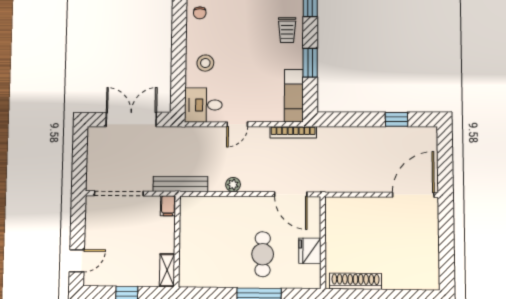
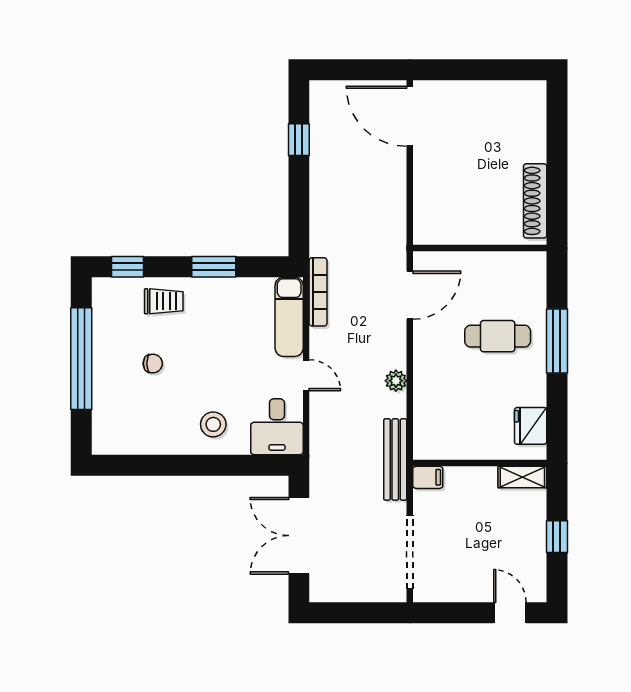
chair: (200, 13) -> (153, 364), moved
exam couch: (294, 96) -> (289, 317), moved, turned 90
fridge: (310, 251) -> (531, 426), moved, turned 90

